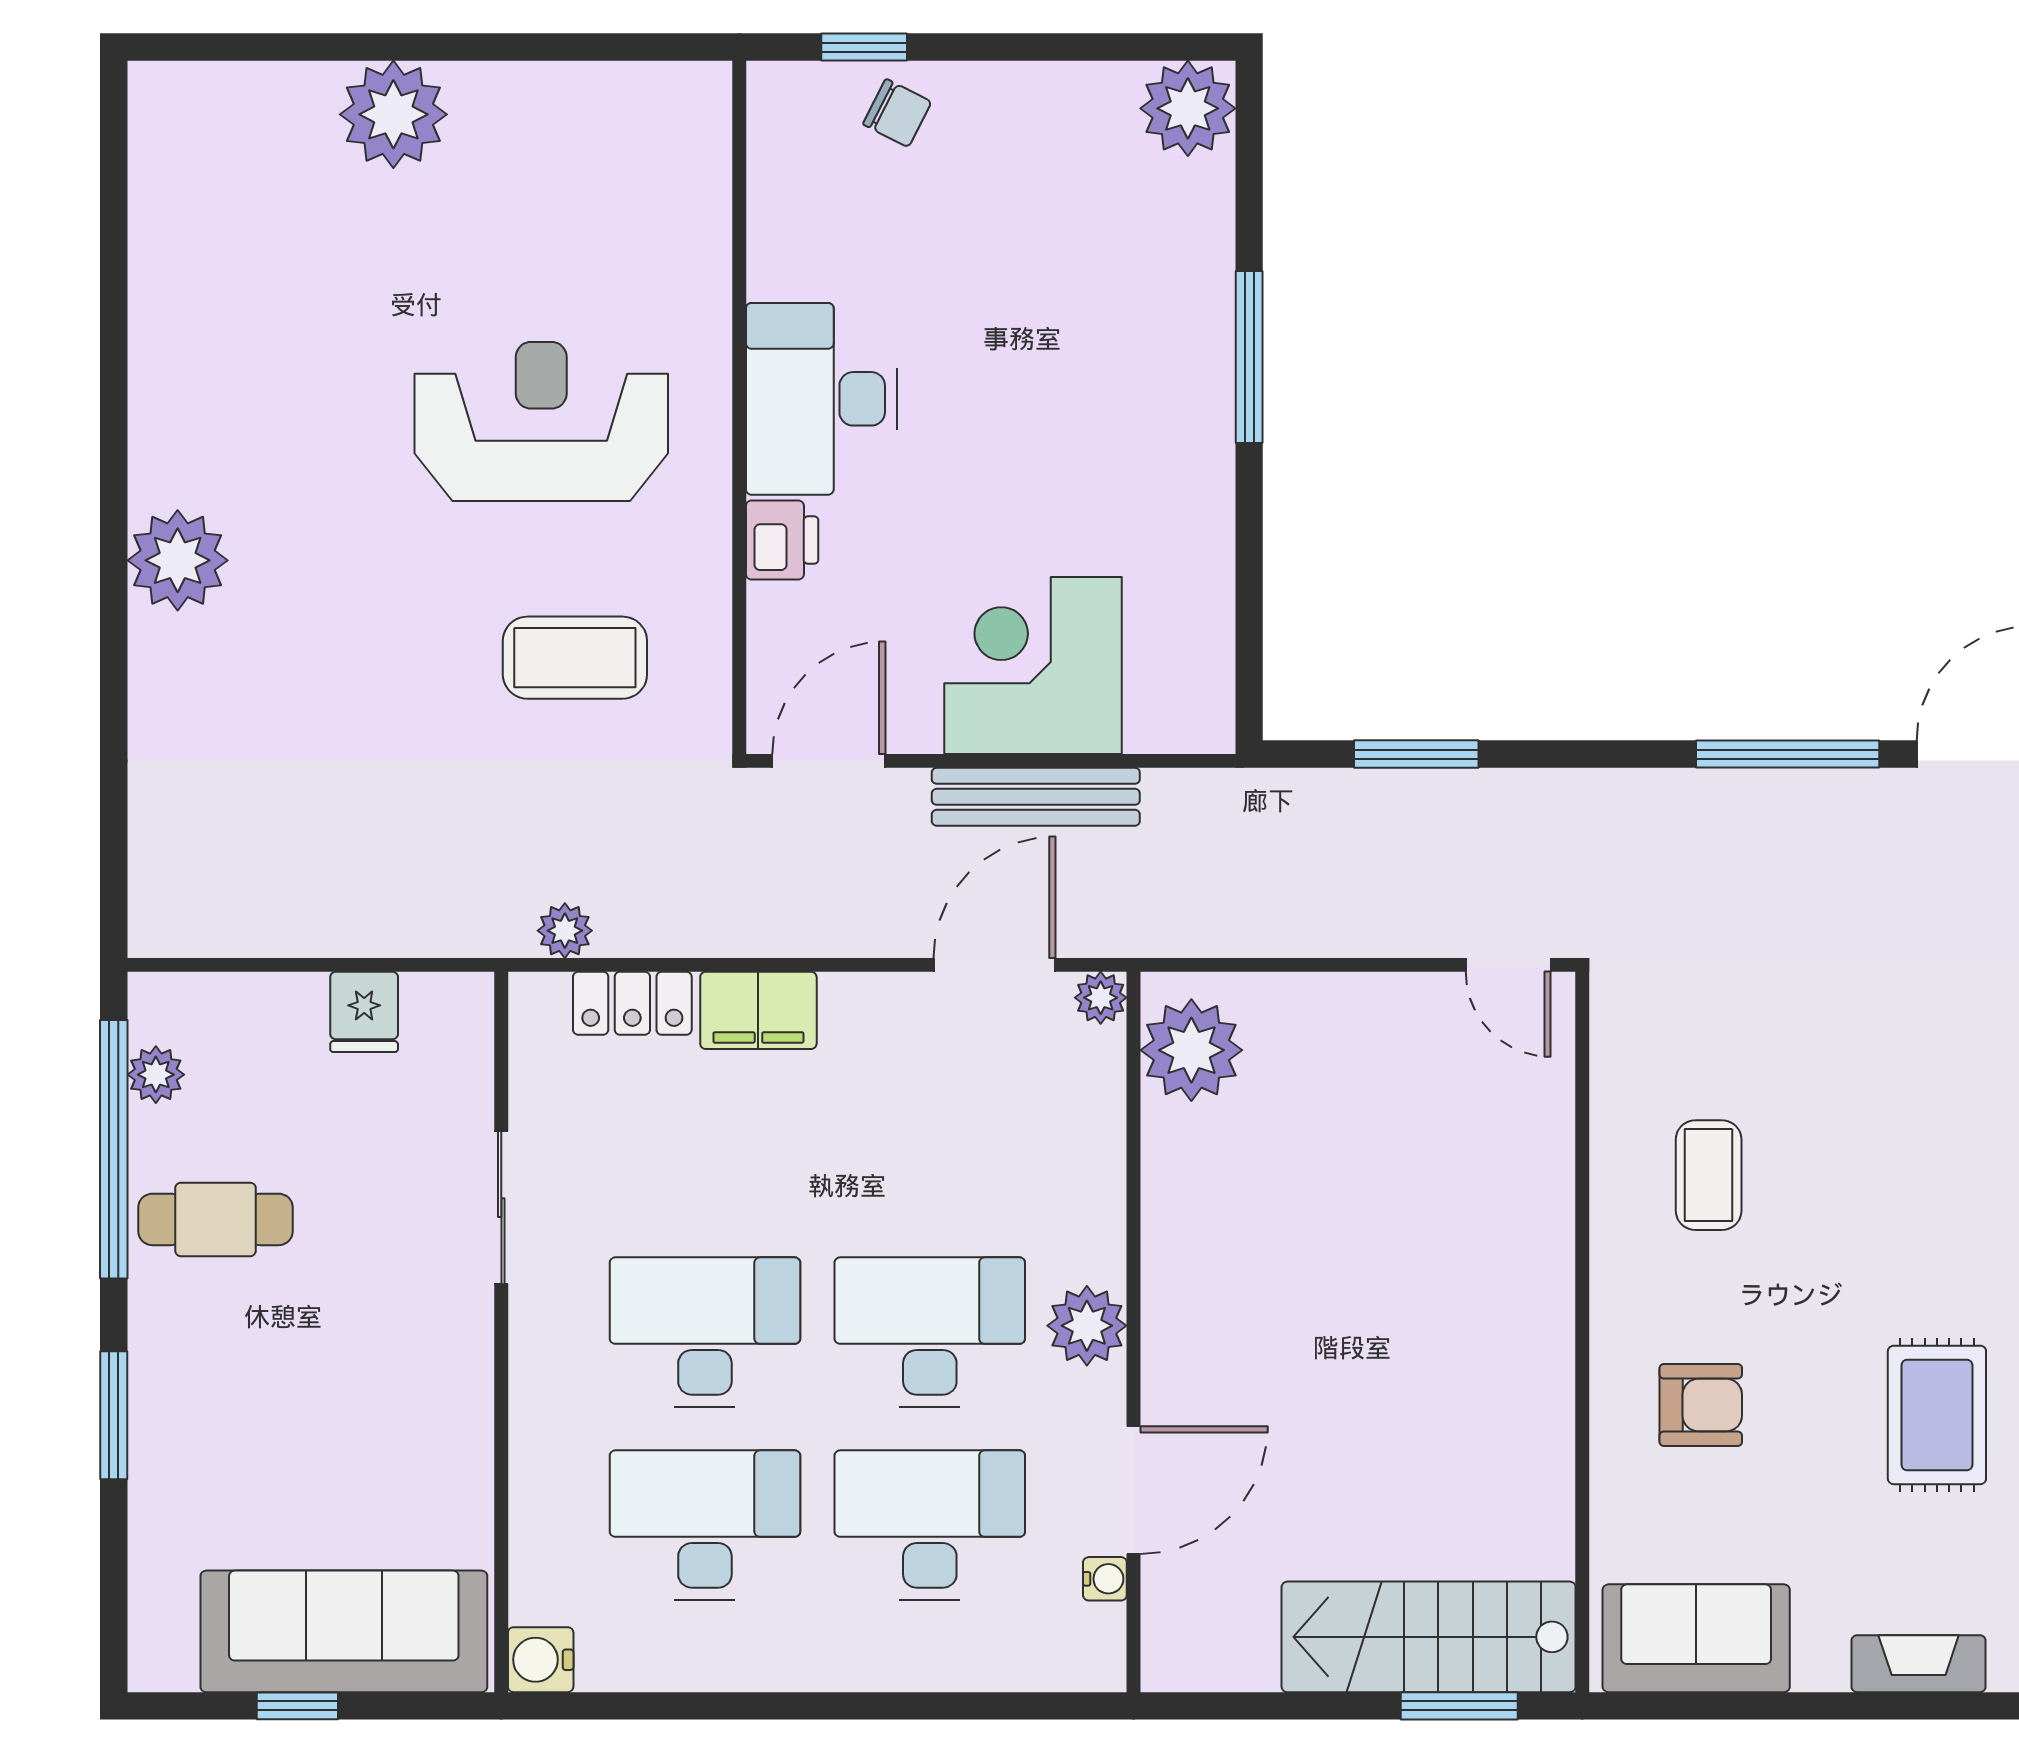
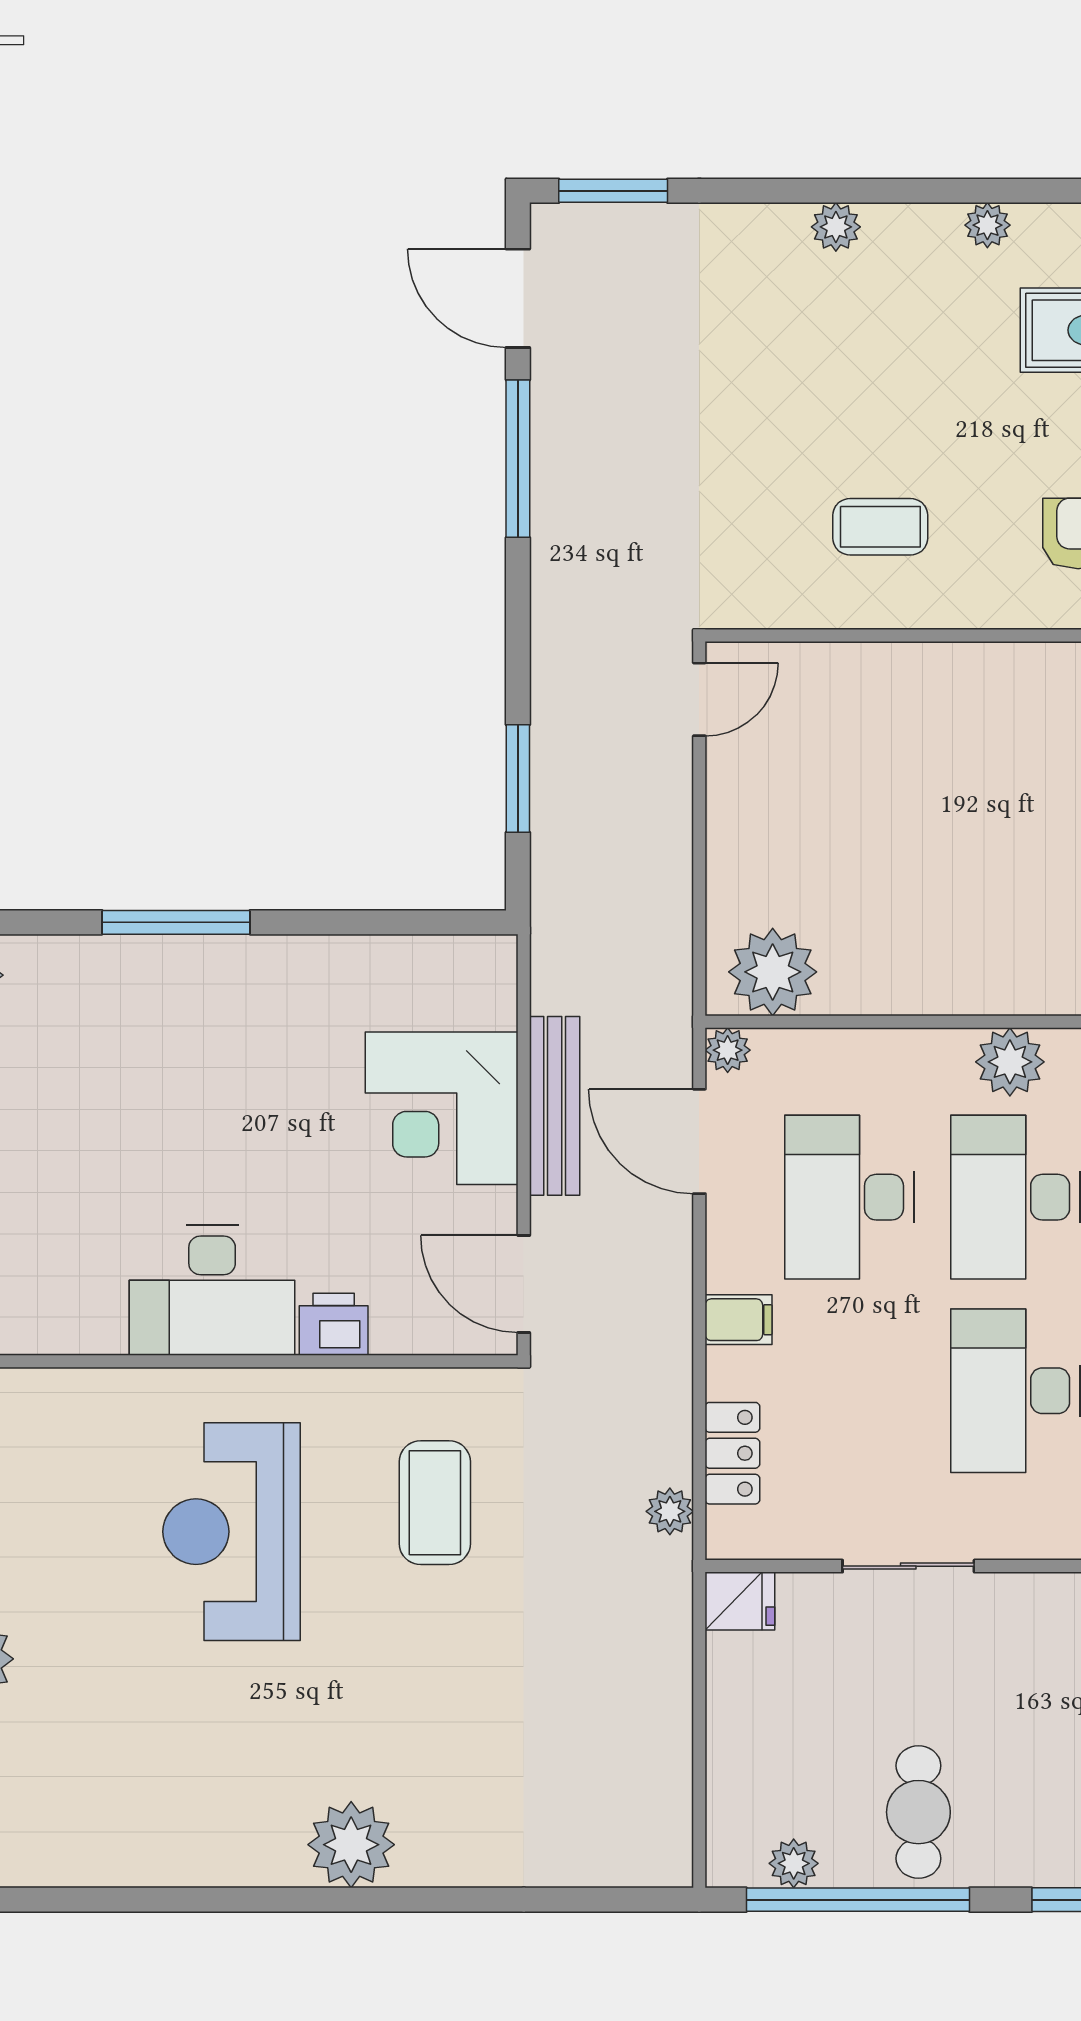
filing cabinet: (758, 1010) -> (739, 1320), width x0.50
fridge: (364, 1012) -> (740, 1601), moved
desk: (930, 1139) -> (849, 1197), added

